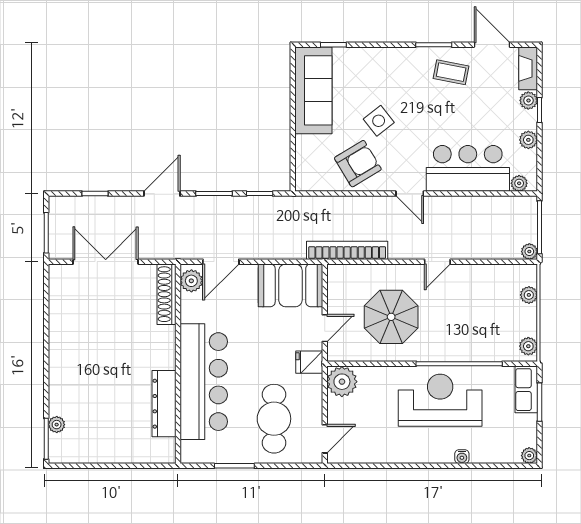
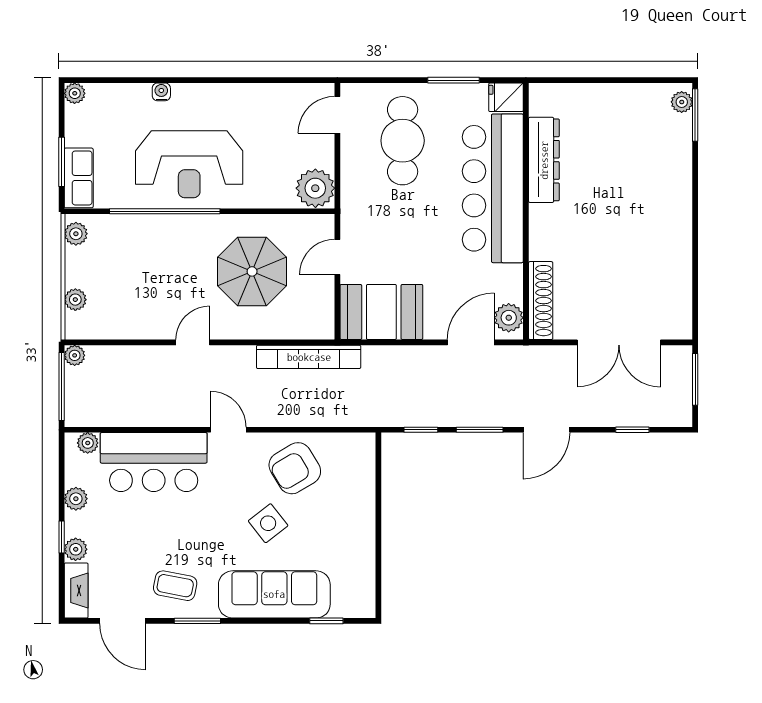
sofa: (313, 90) -> (274, 594), moved, turned 90
fridge: (309, 362) -> (506, 97), moved, turned 180
plant: (57, 425) -> (682, 102), moved

